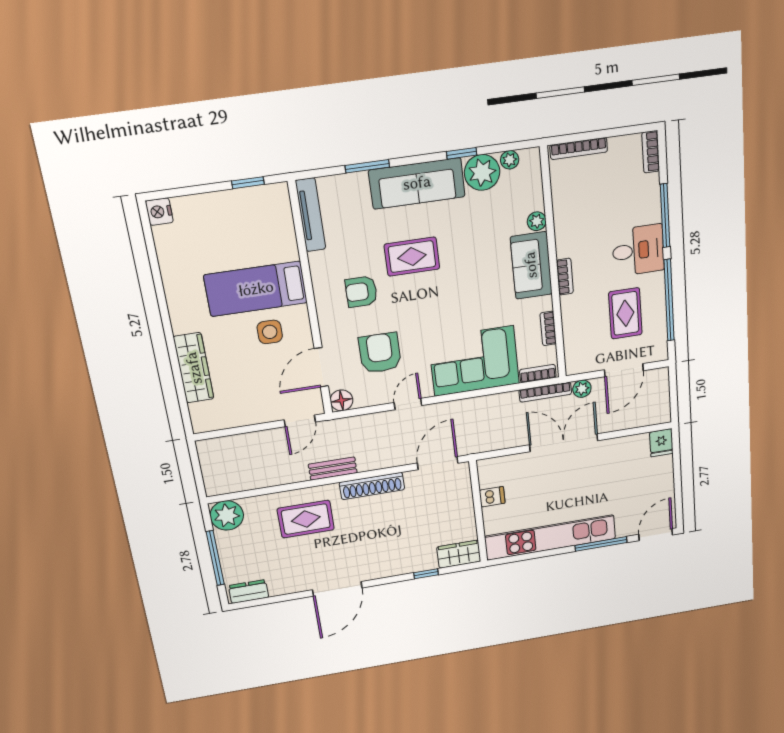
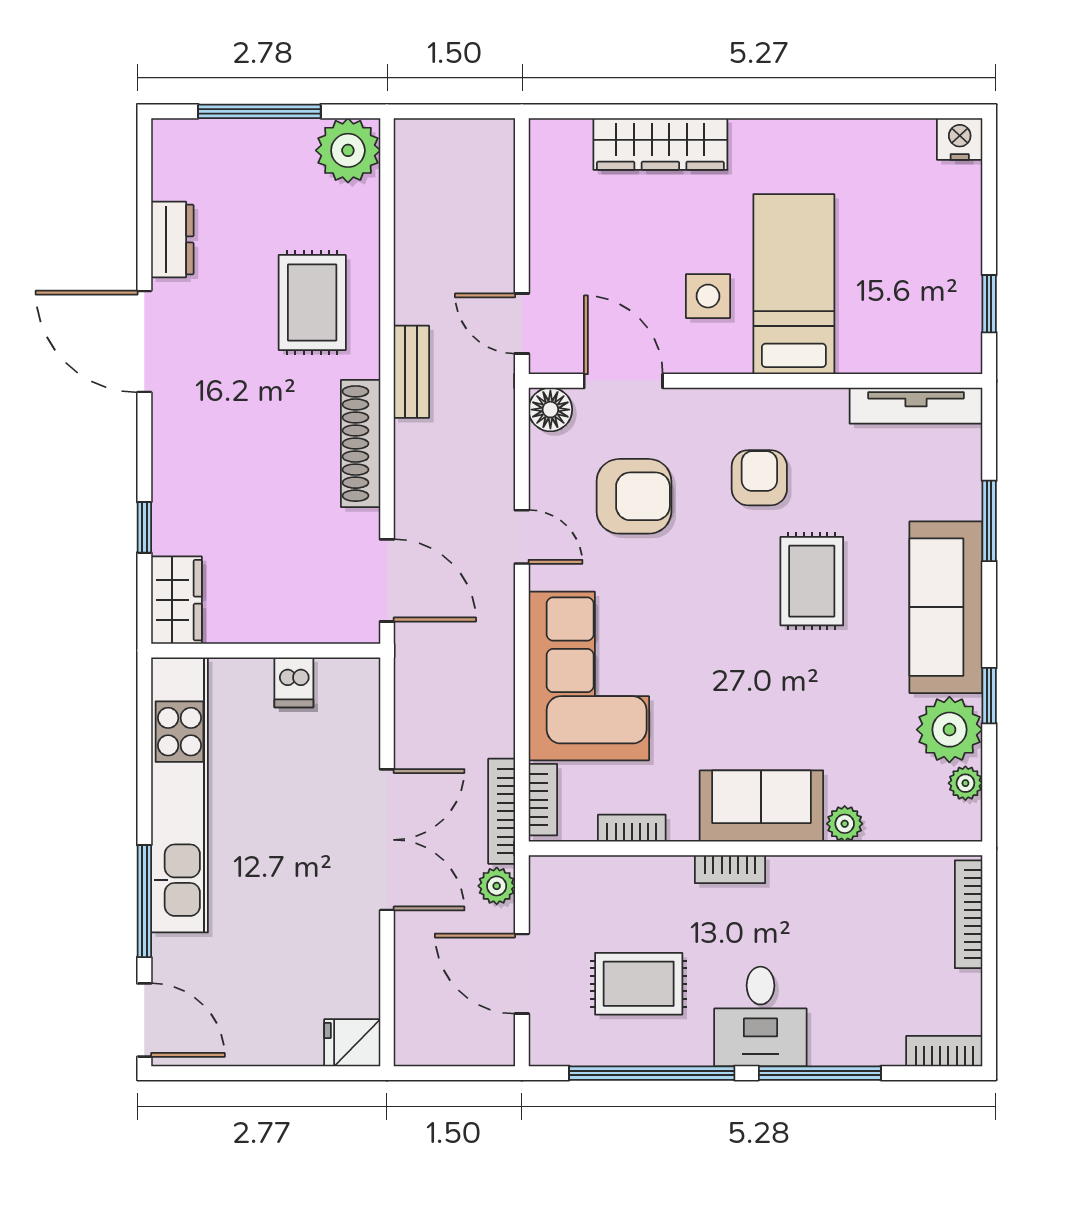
dresser: (249, 592) -> (172, 239), moved

